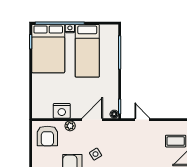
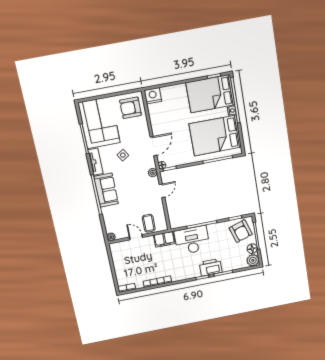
bed: (87, 51) -> (215, 136), width x1.50
nightstand: (62, 111) -> (153, 96), moved, turned 90
door: (92, 120) -> (153, 146), hinge flipped
plant: (70, 126) -> (153, 173), moved

